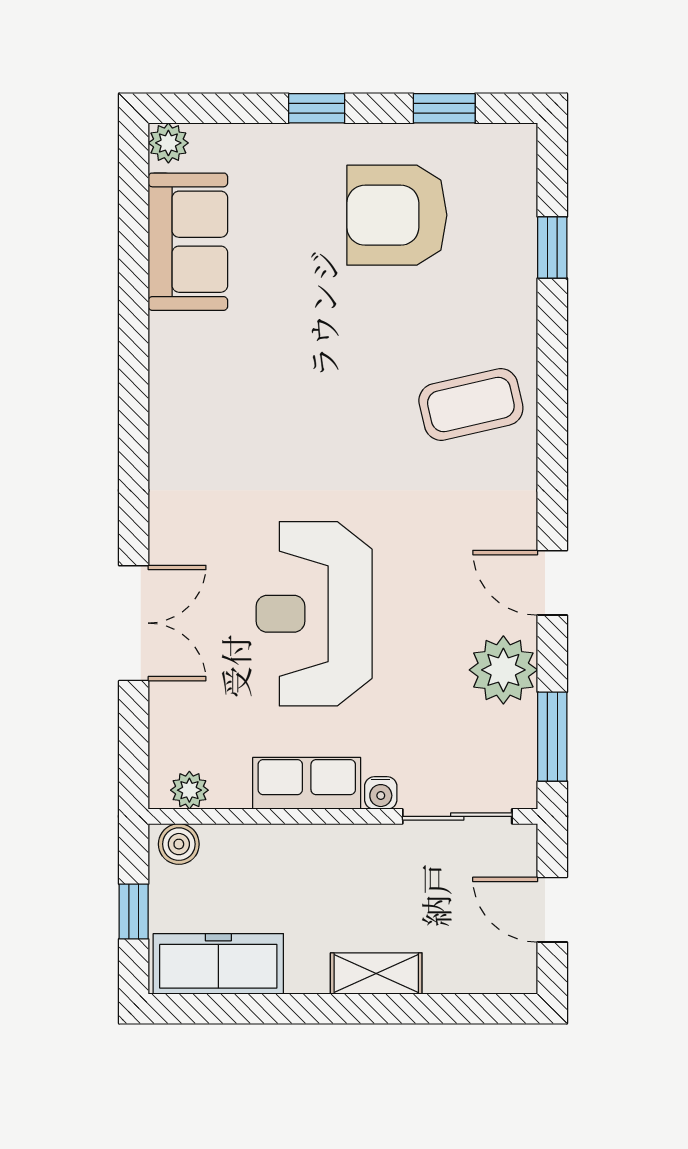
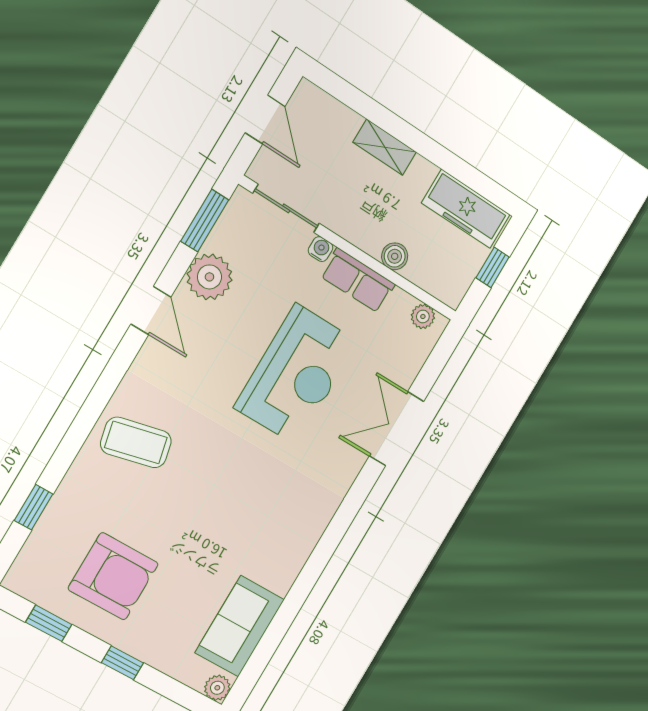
boiler: (179, 844) -> (395, 256), moved

